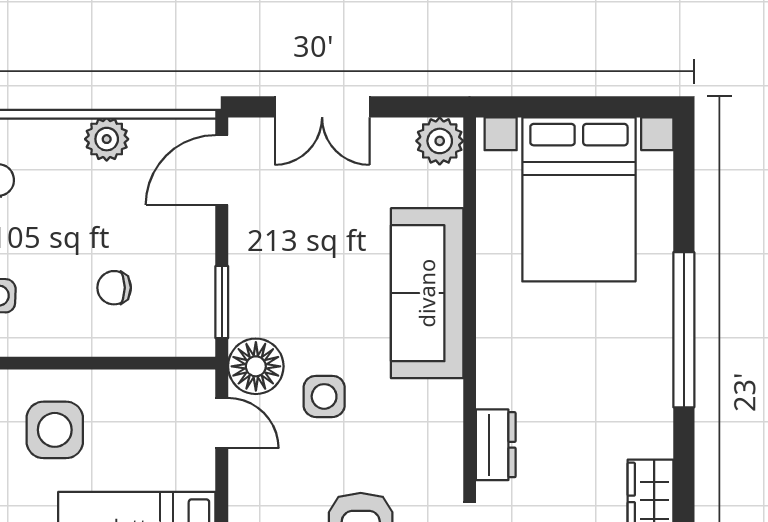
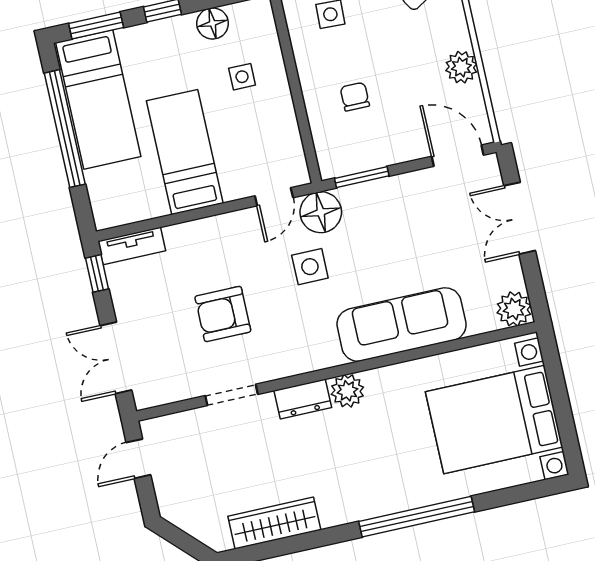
plant: (498, 384) -> (347, 391), added
side table: (55, 430) -> (242, 77), width x0.54, depth x0.54

